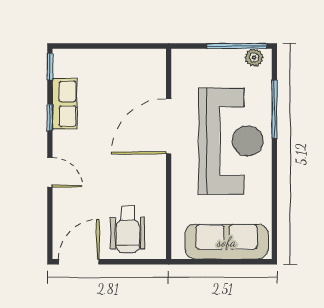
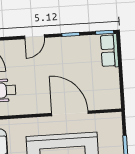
row of seats: (65, 104) -> (110, 51), moved, turned 90

